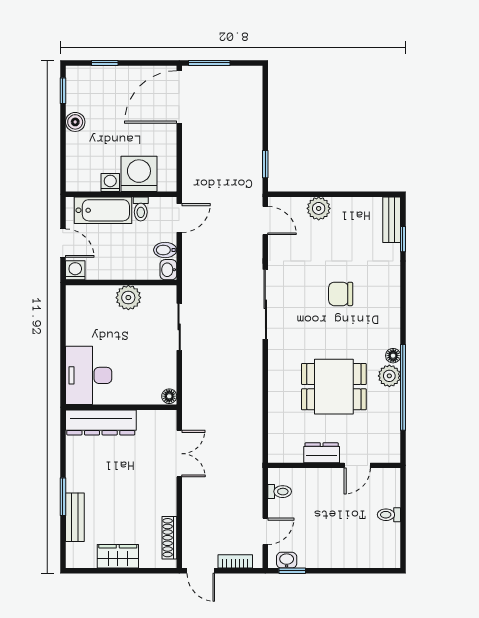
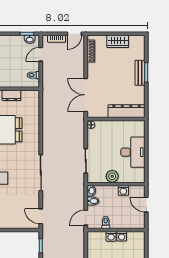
washing machine: (139, 174) -> (111, 236), width x0.53, depth x0.53
plant: (319, 208) -> (13, 223), removed
bathtub: (103, 210) -> (125, 222), removed
washing machine: (75, 270) -> (123, 190), moved
desk: (89, 375) -> (133, 152), moved
double door: (179, 454) -> (86, 95), width x1.37
bench: (75, 517) -> (140, 73), moved
door: (201, 571) -> (74, 34), swing flipped

